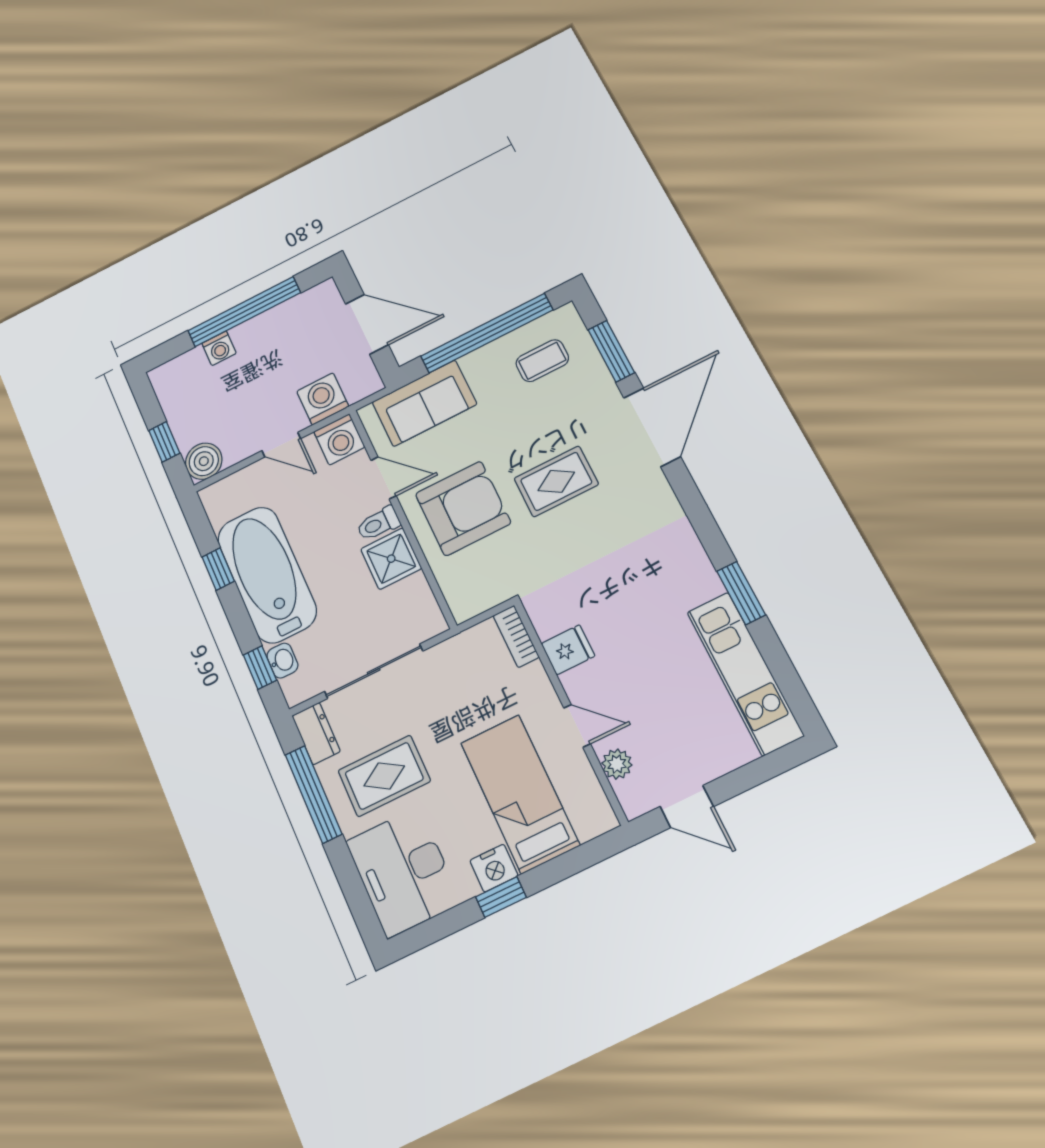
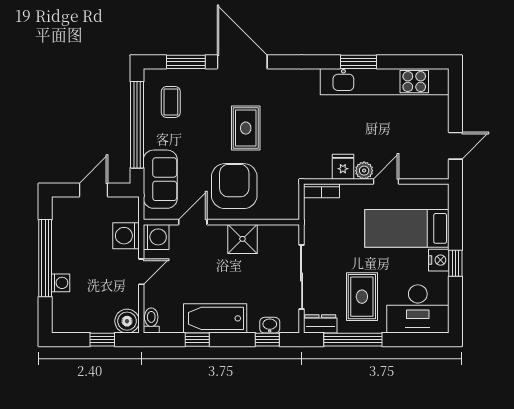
door: (367, 324) -> (94, 190), width x0.73
toilet: (378, 524) -> (151, 320), moved, turned 180
bathtub: (267, 575) -> (215, 318), width x0.73, depth x0.73
kitchen unit: (745, 673) -> (385, 82), width x1.36
plant: (617, 764) -> (364, 171), moved

